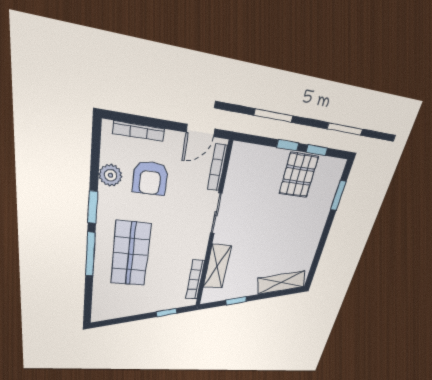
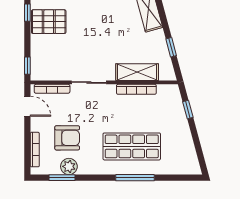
window: (288, 145) -> (27, 66), moved
window: (93, 207) -> (62, 178), moved
bookcase: (195, 280) -> (136, 89), moved

